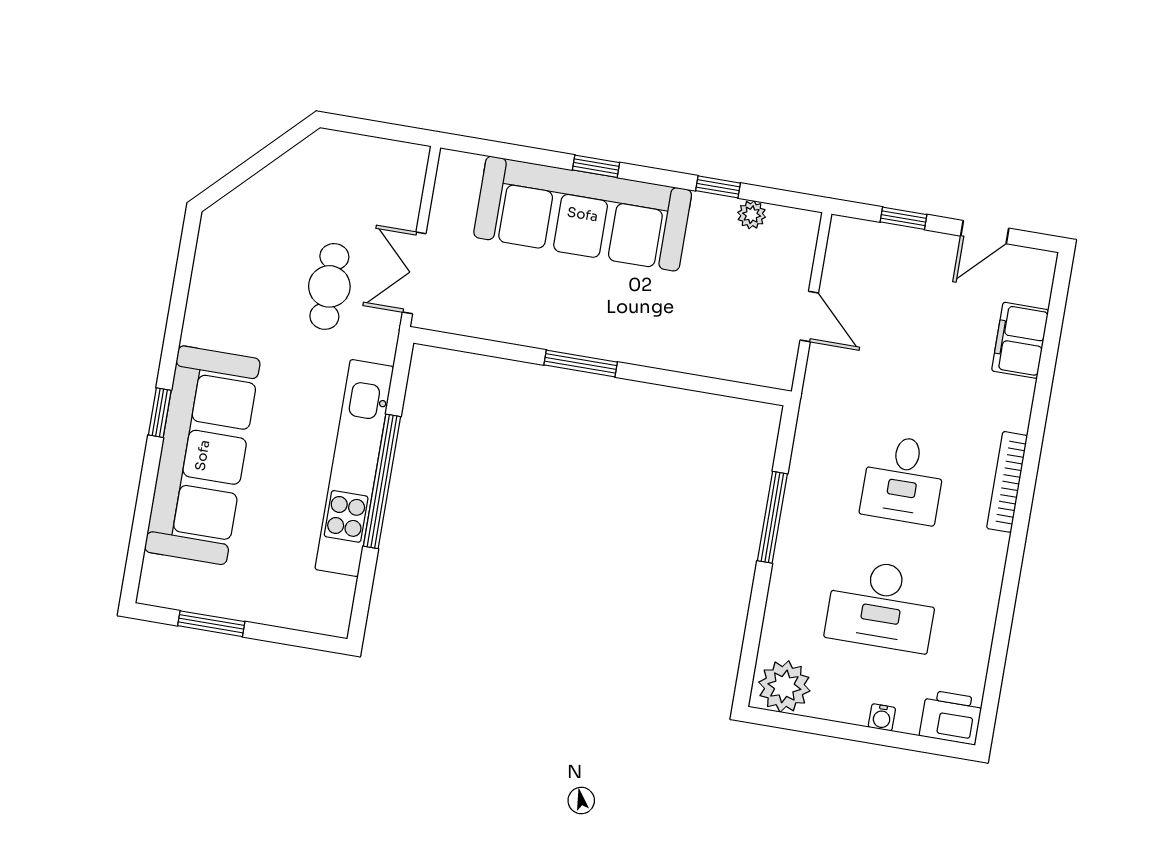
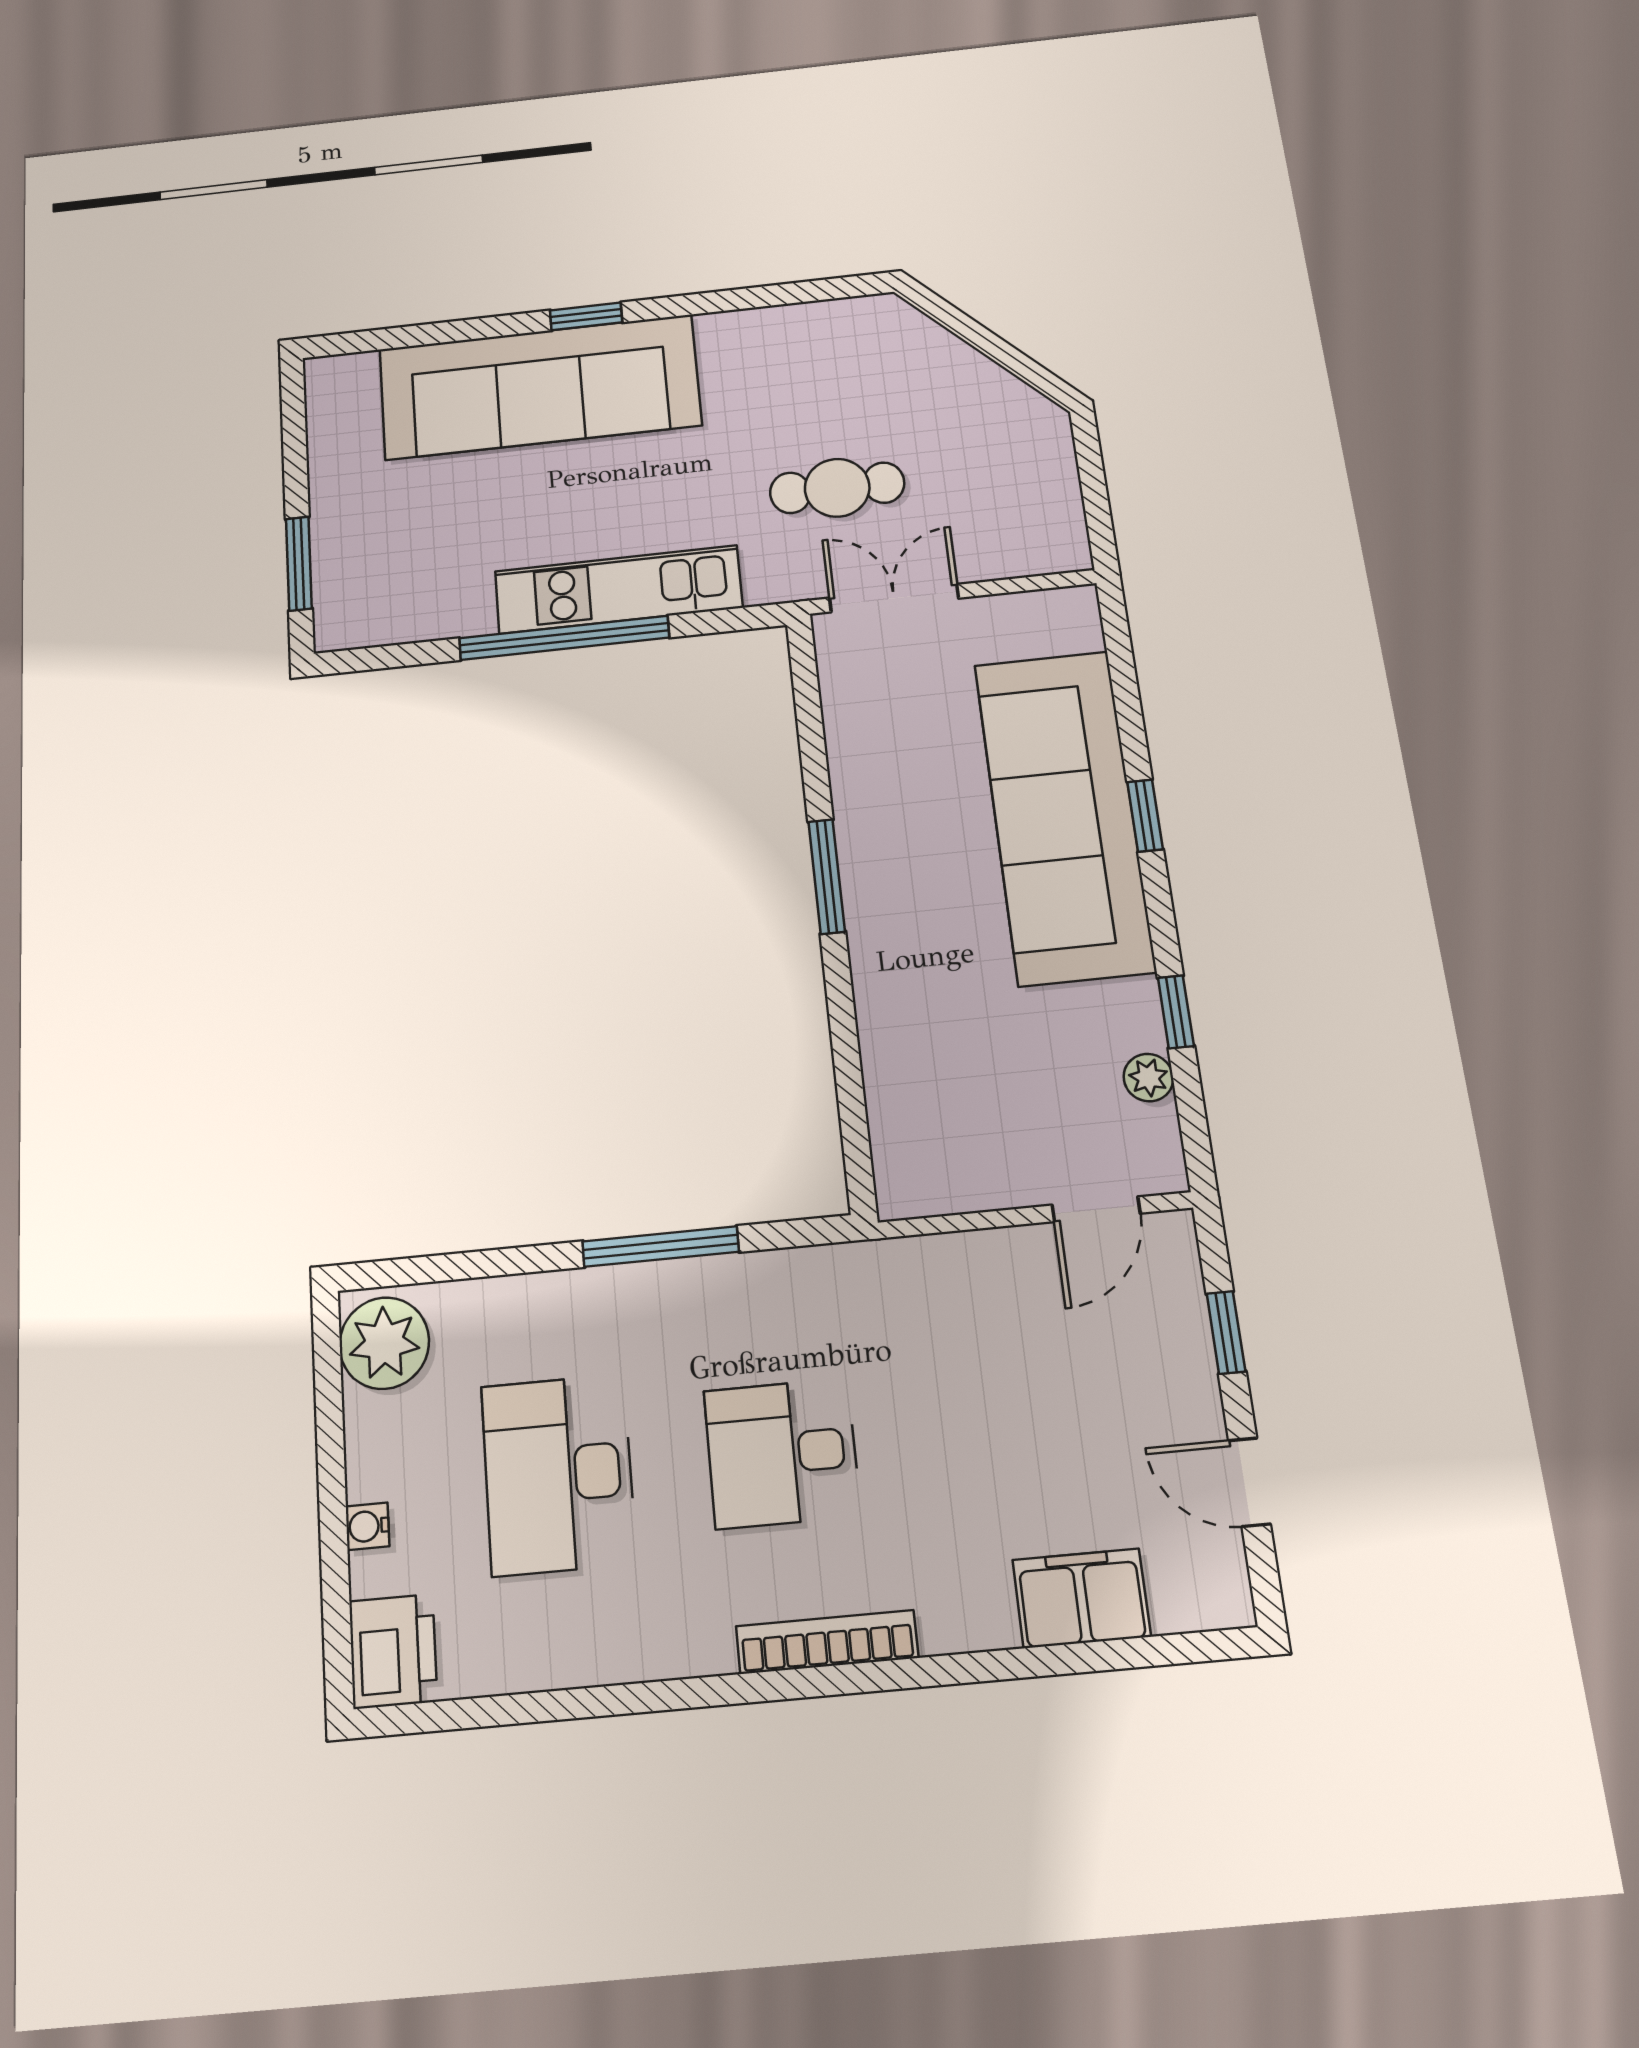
door: (809, 317) -> (1096, 1209), moved
kitchen unit: (354, 468) -> (618, 589), width x0.73
window: (211, 624) -> (299, 564), moved

